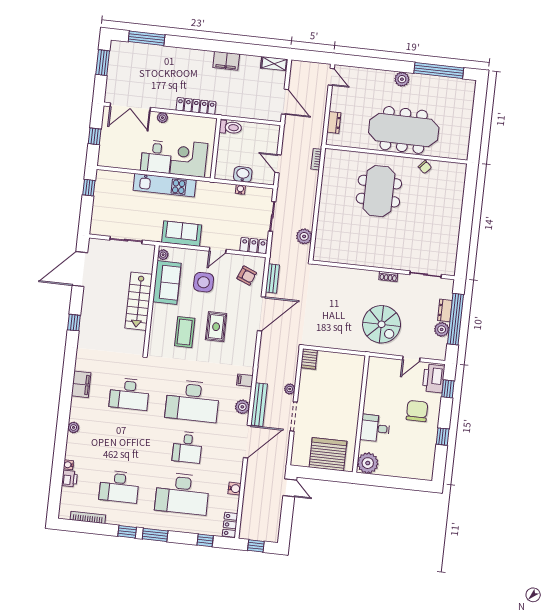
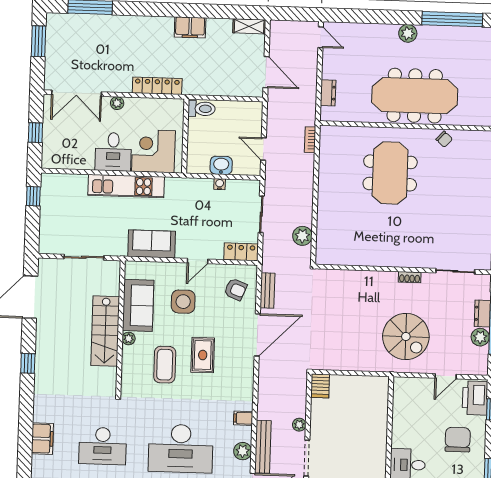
plant: (163, 255) -> (129, 339), moved

